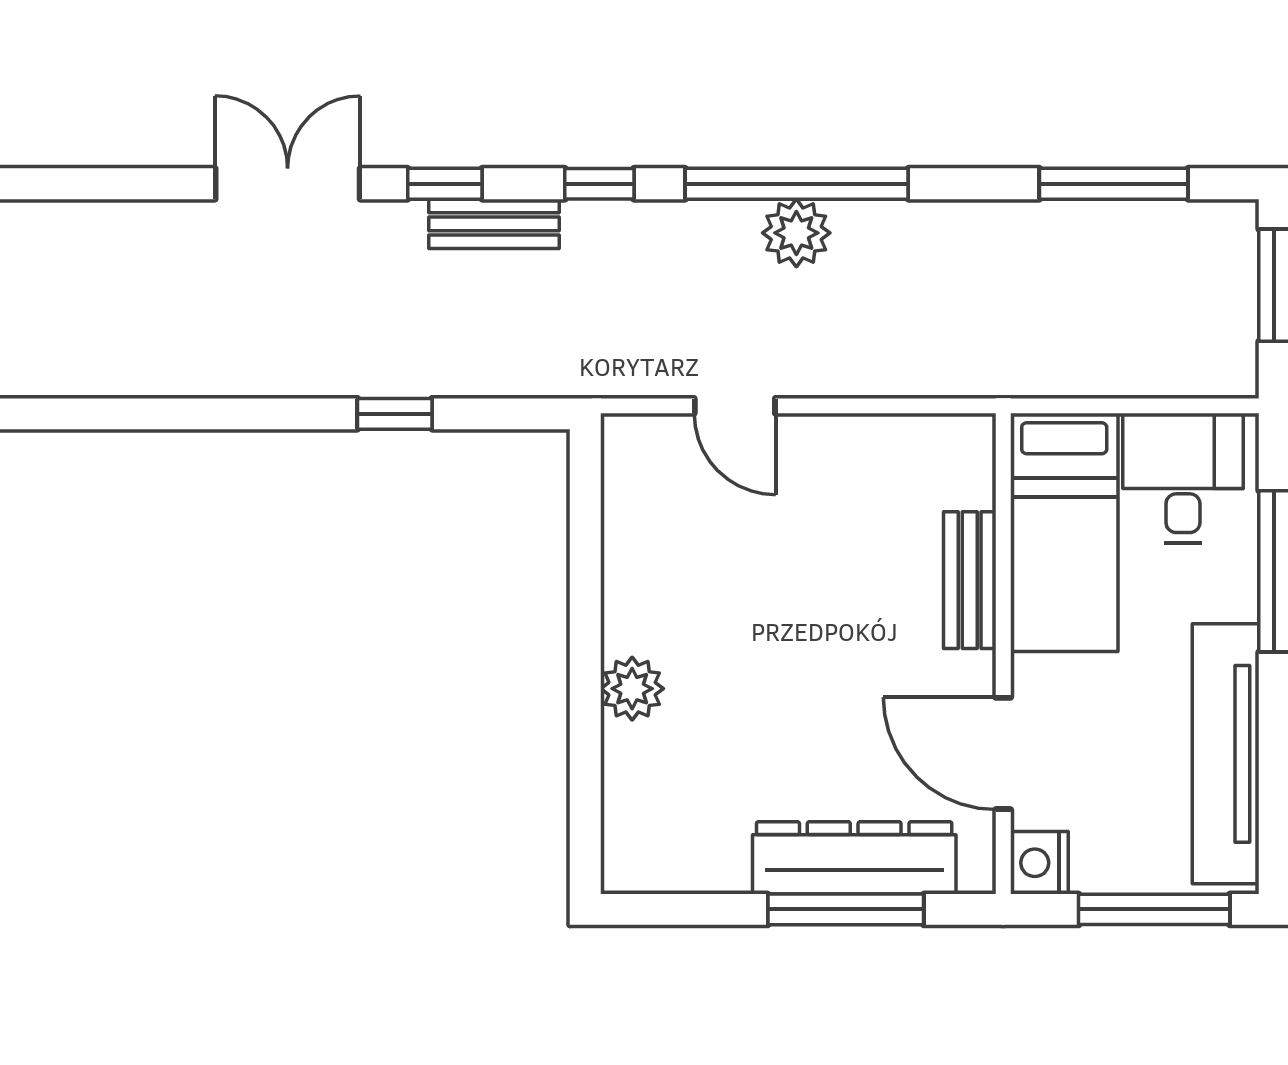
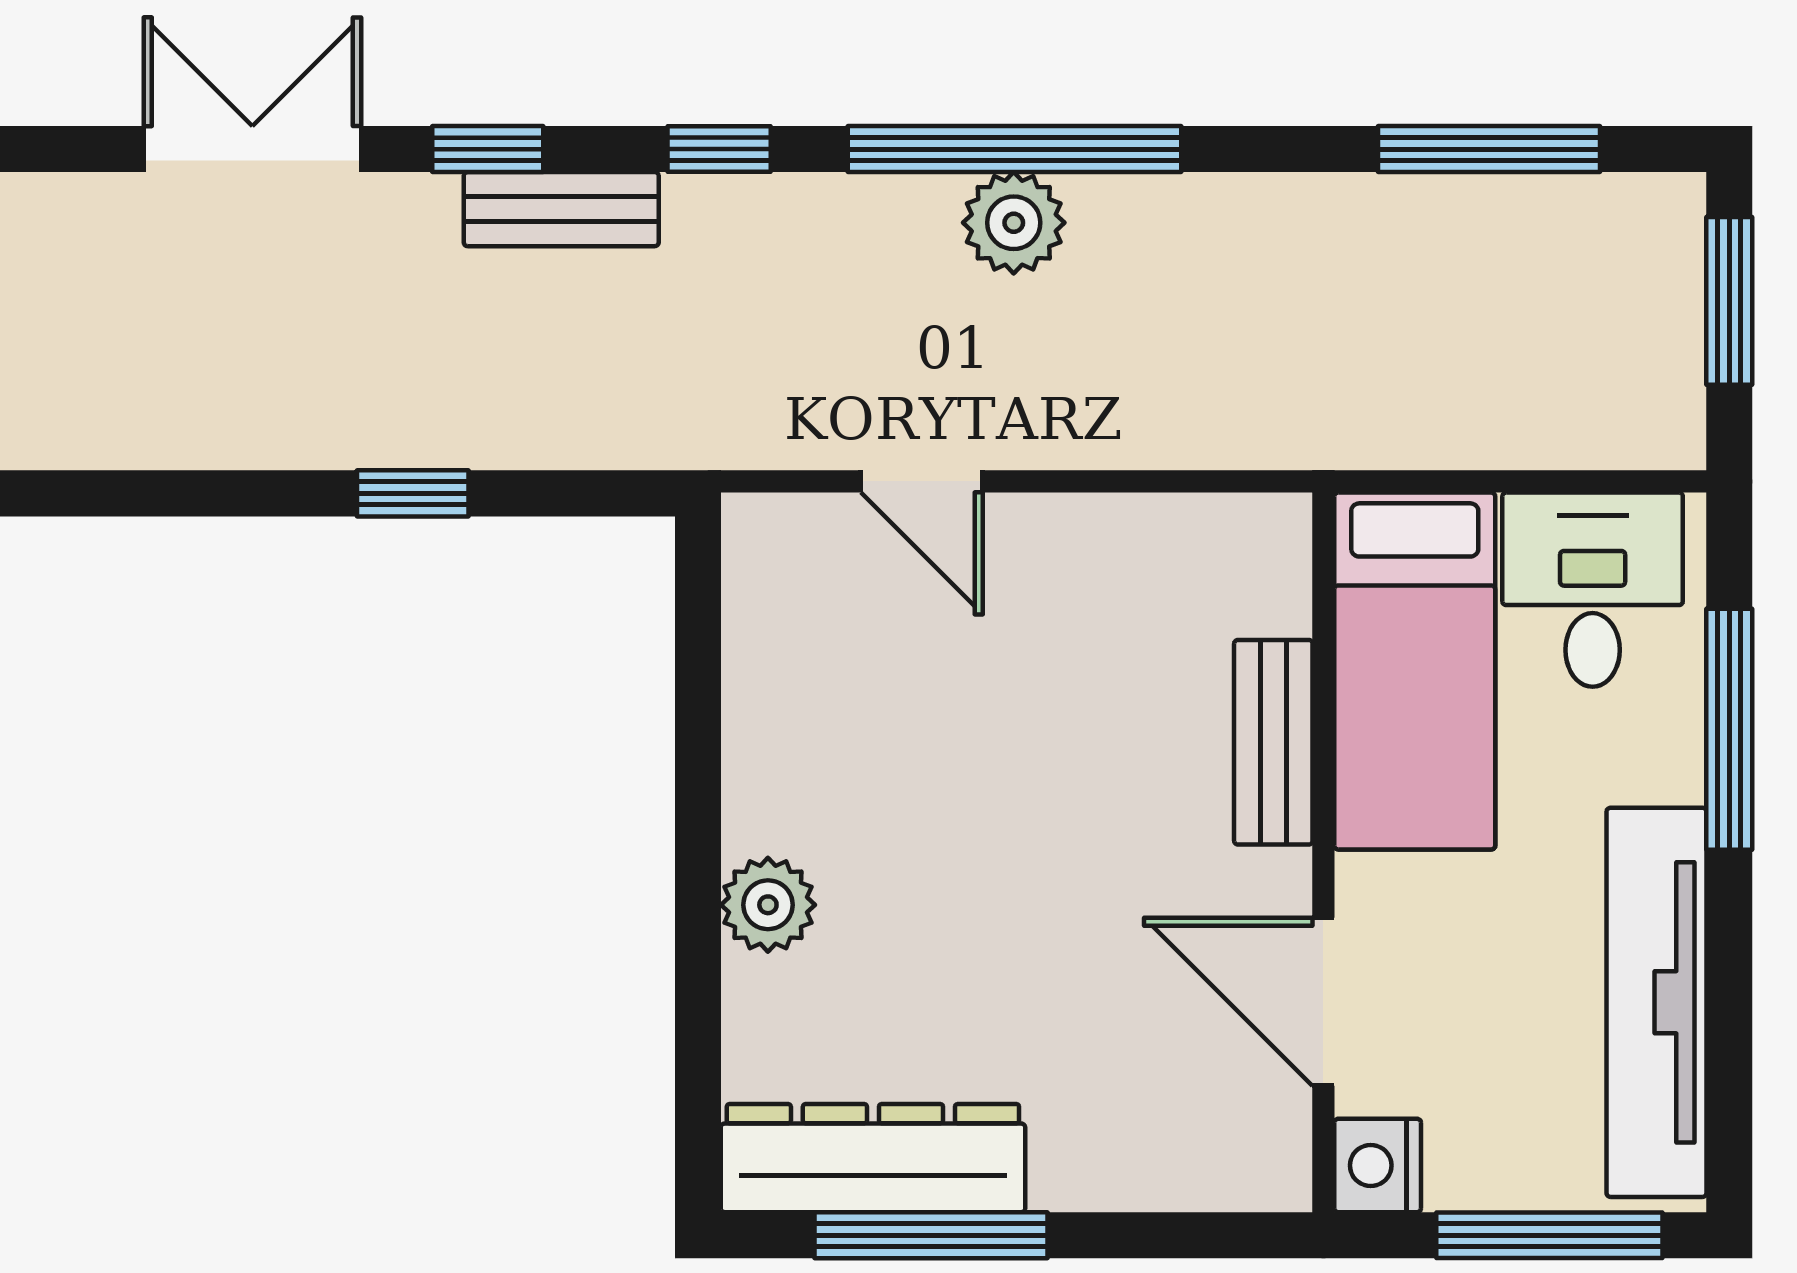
dresser: (854, 858) -> (873, 1158), moved
window: (846, 909) -> (931, 1235), moved

